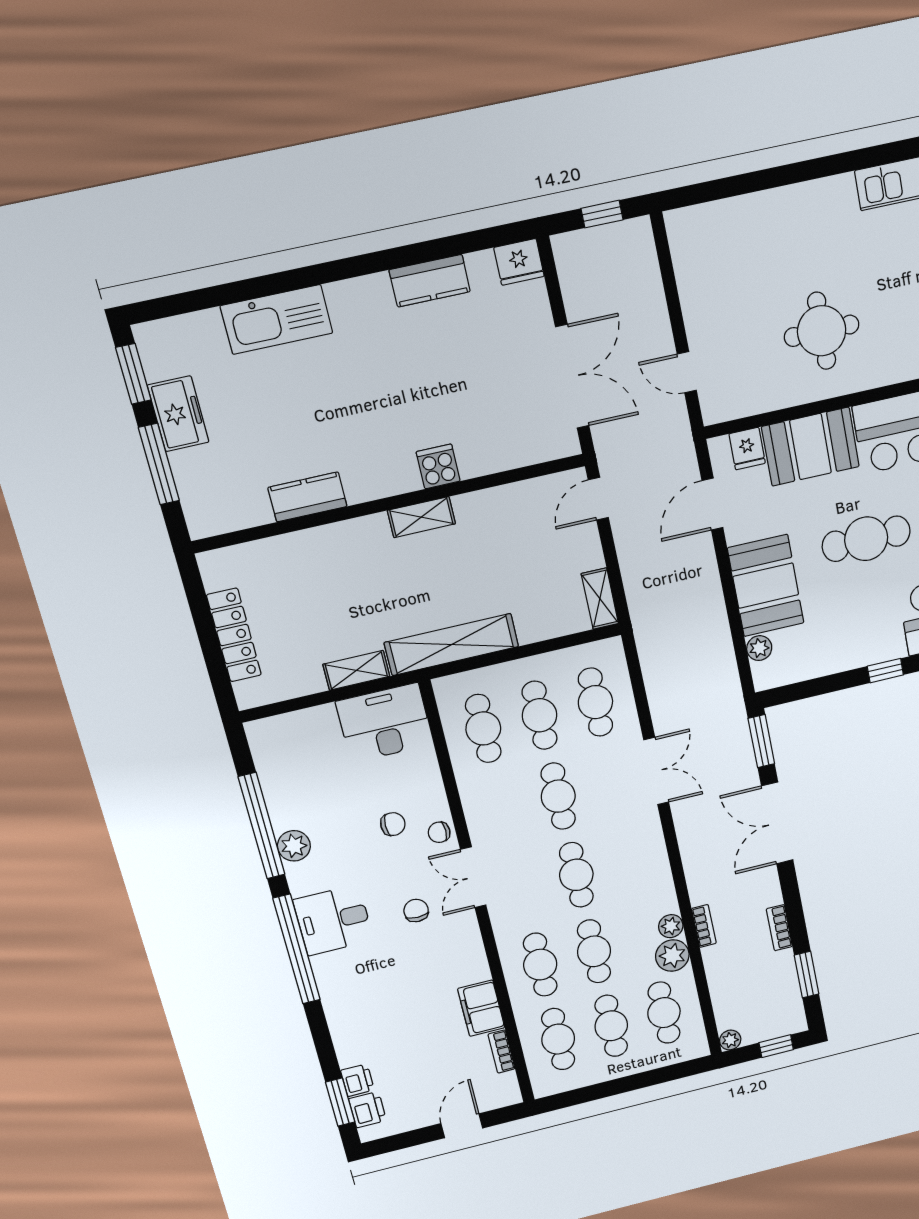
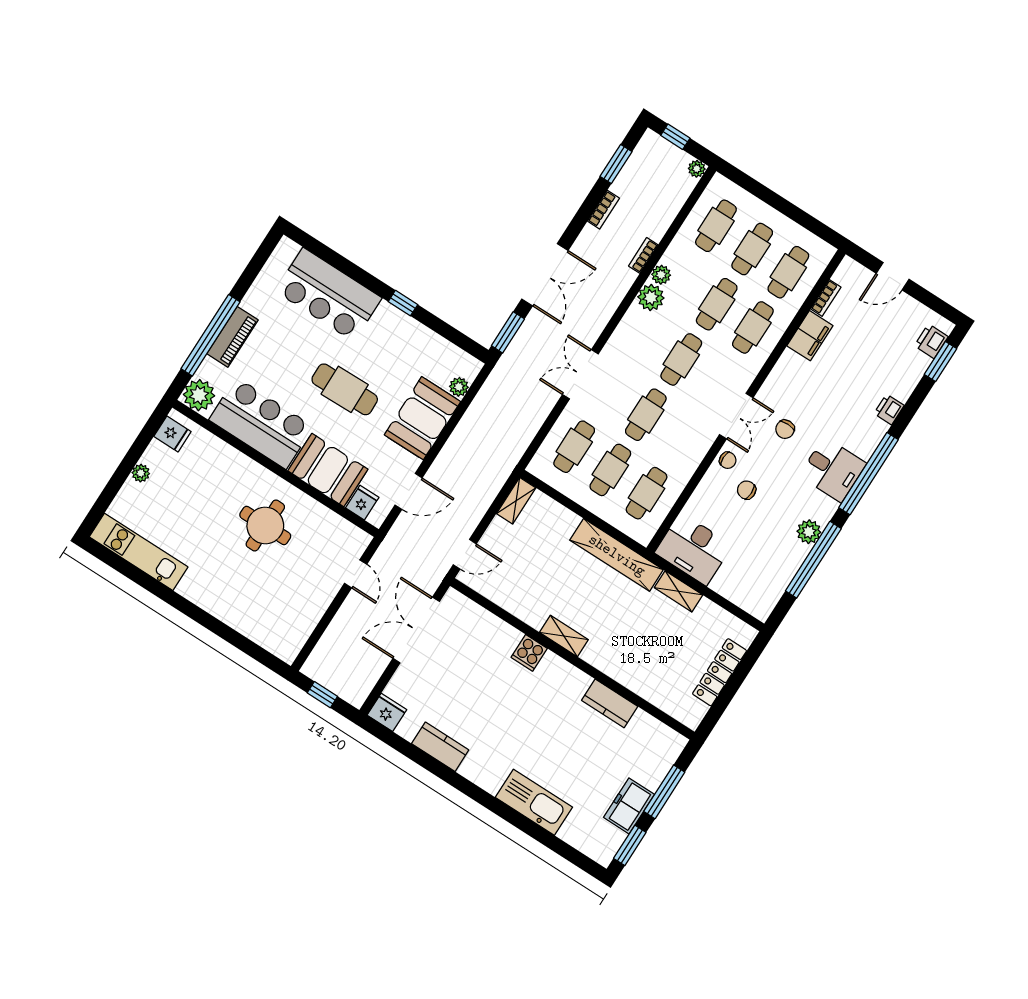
plant: (672, 956) -> (651, 297), moved
printer: (357, 1080) -> (889, 409), moved

